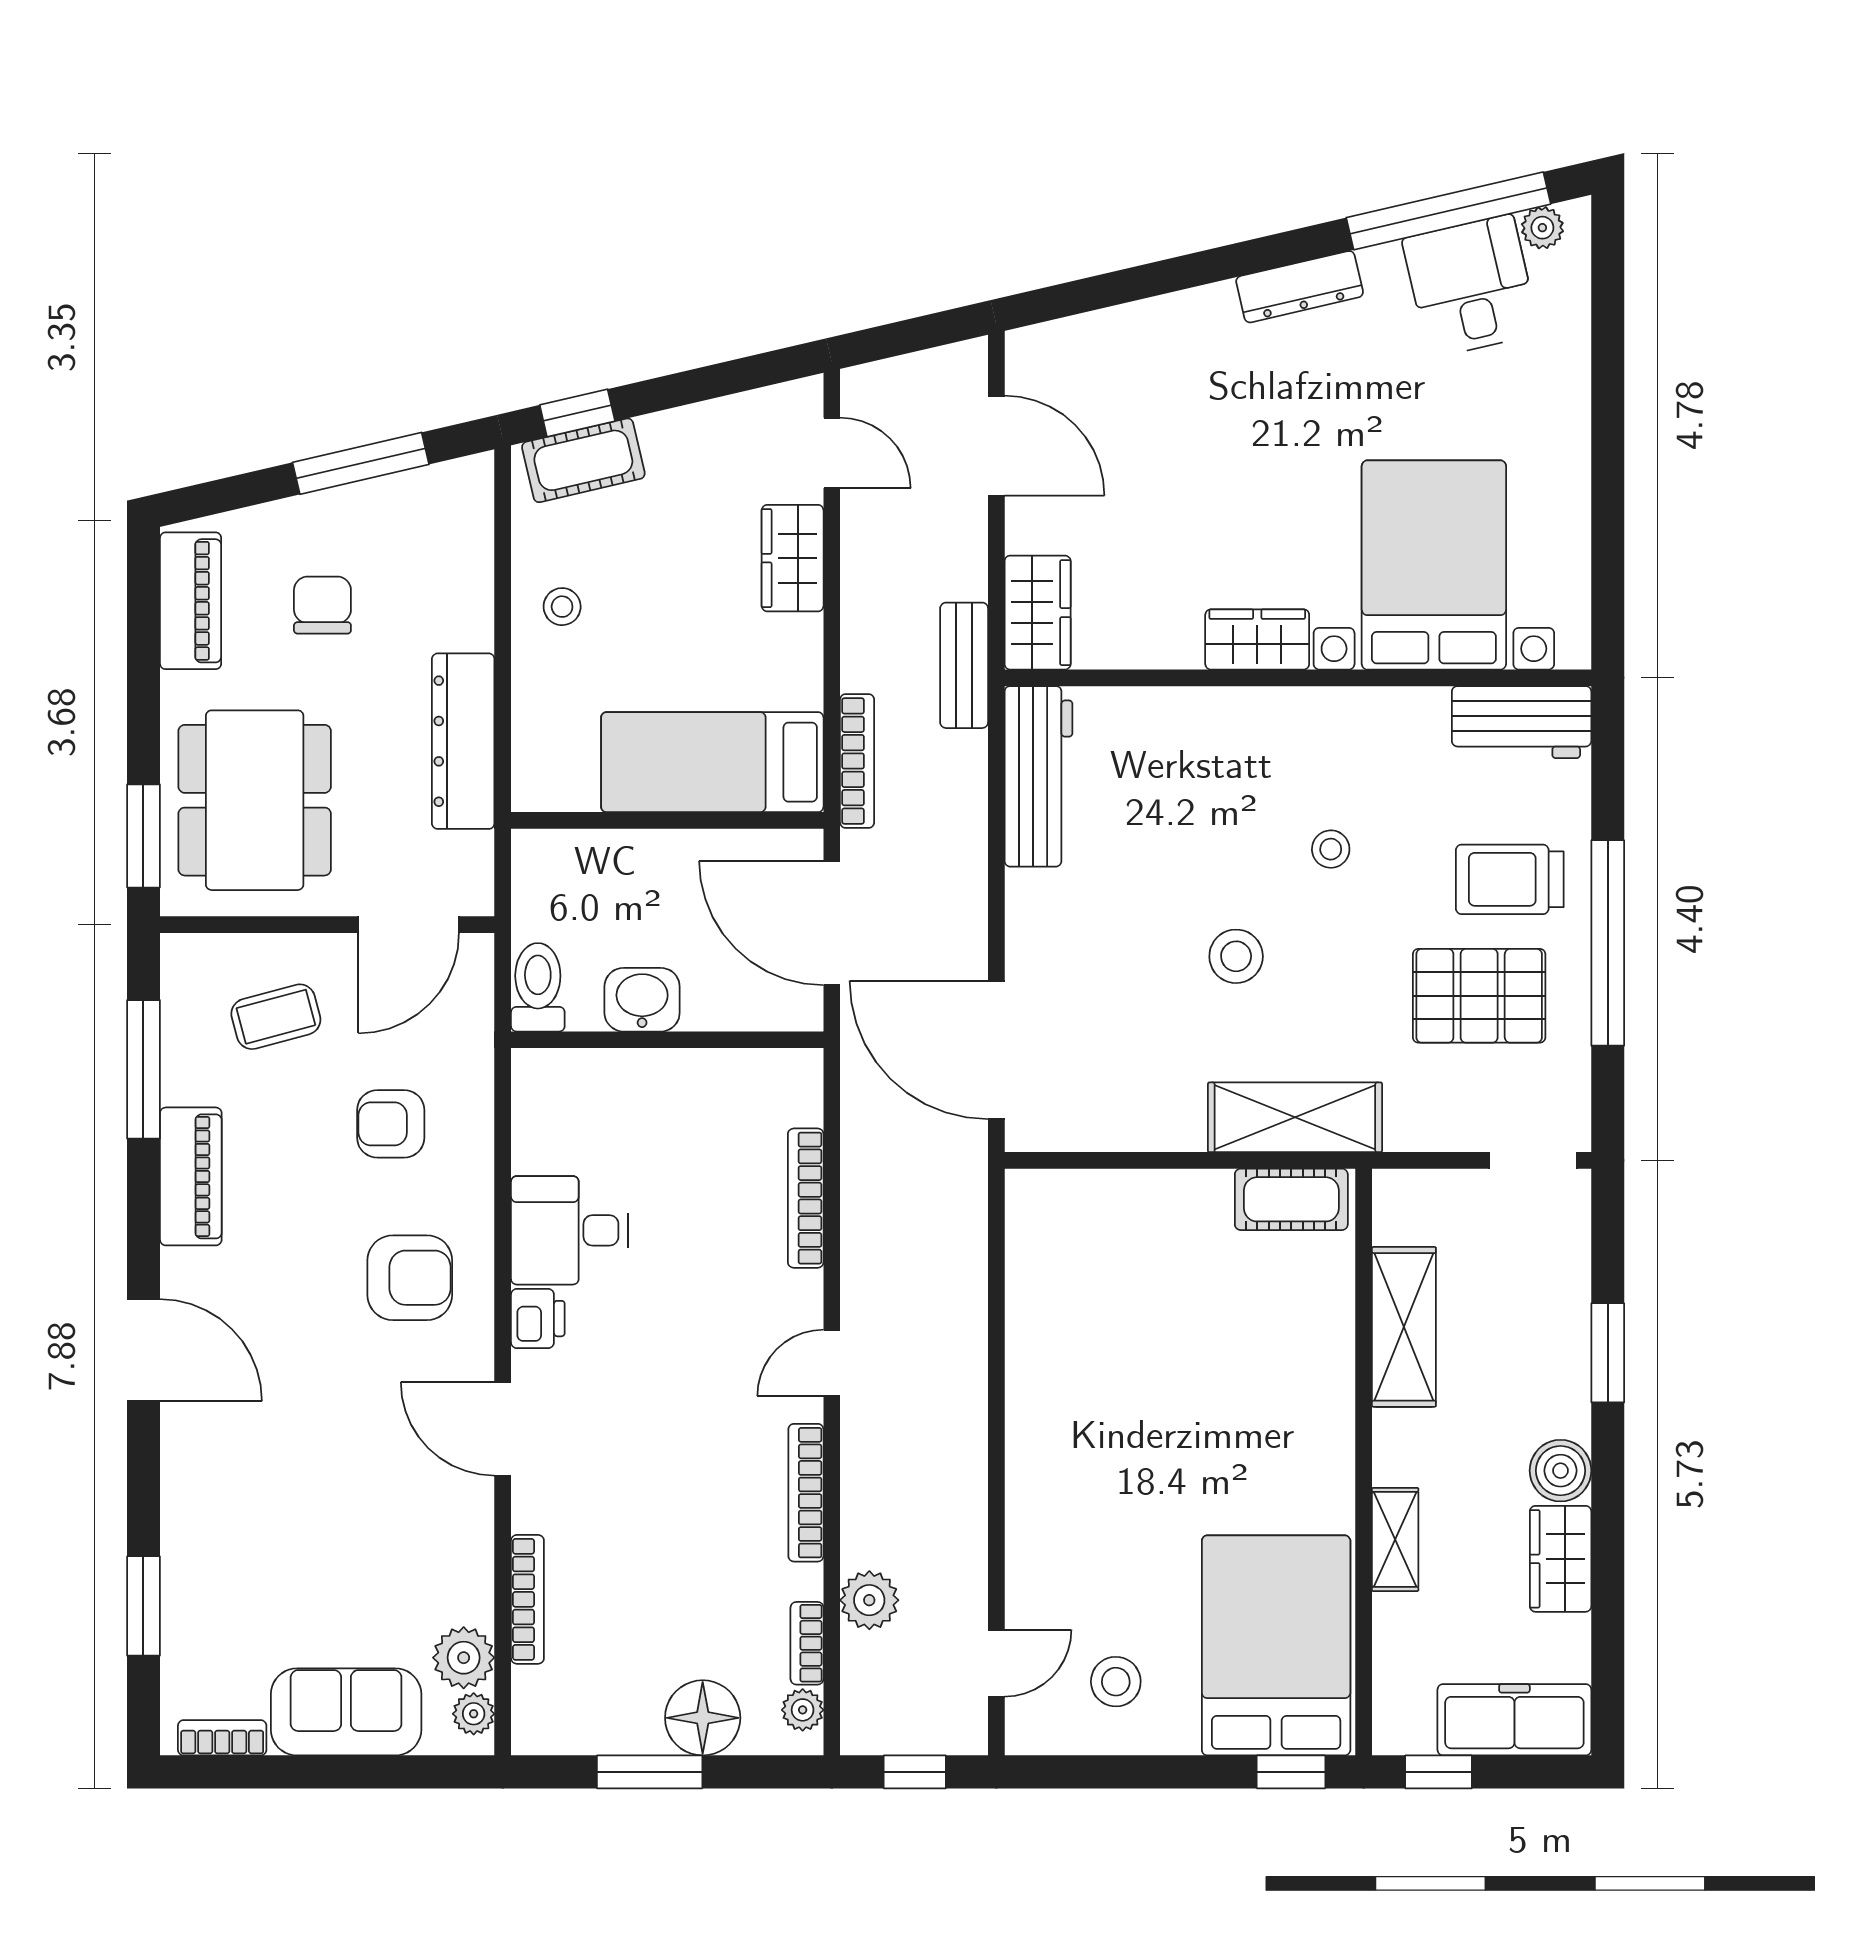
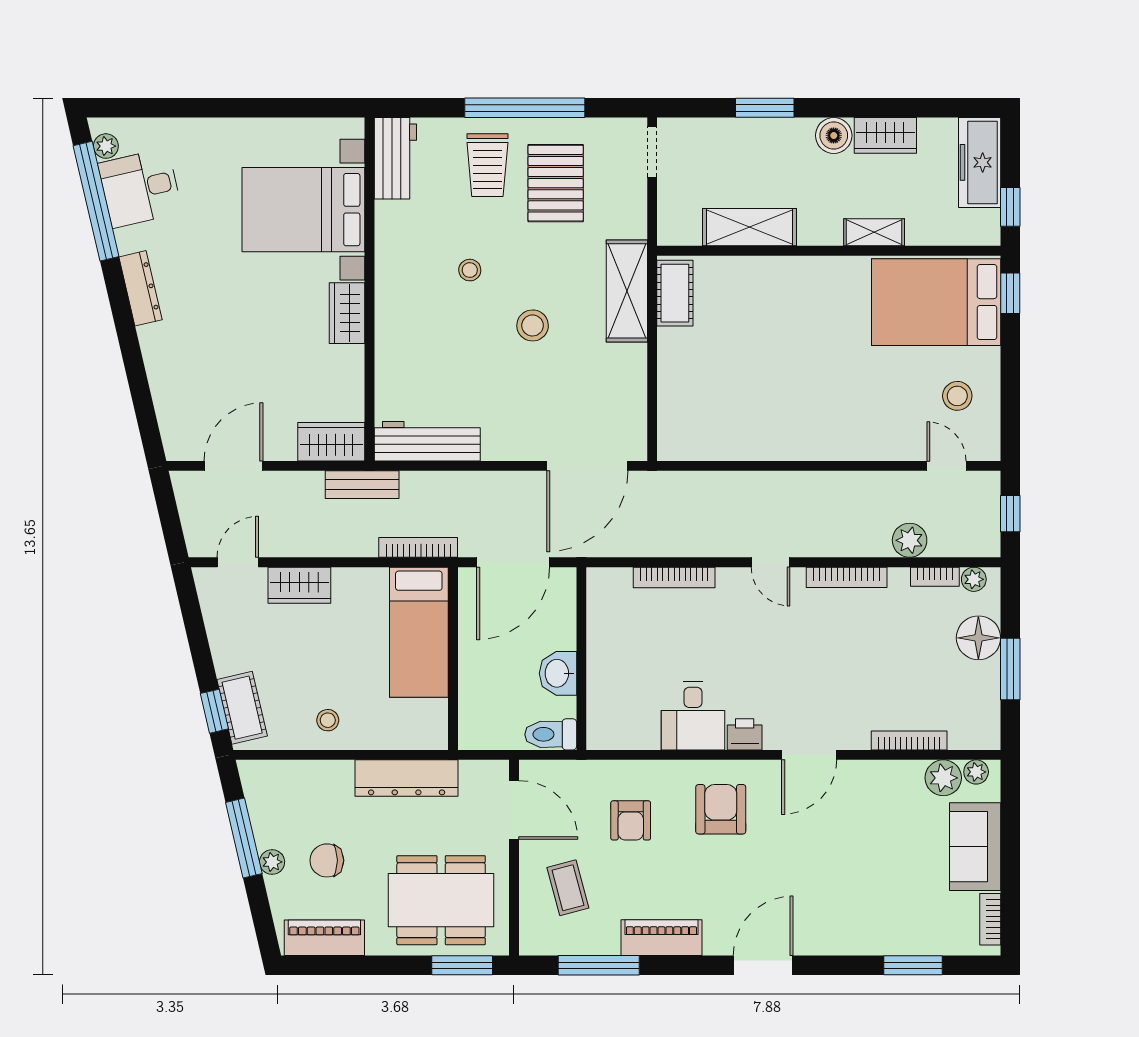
plant: (320, 512) -> (272, 862), added

